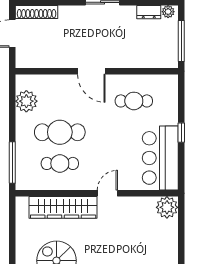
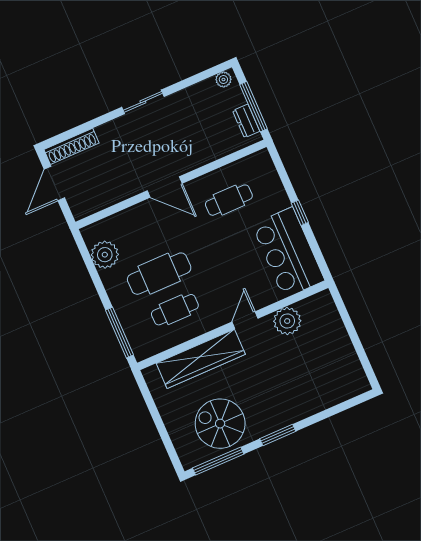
dresser: (149, 12) -> (246, 121), moved, turned 90
plant: (167, 207) -> (287, 321), moved

